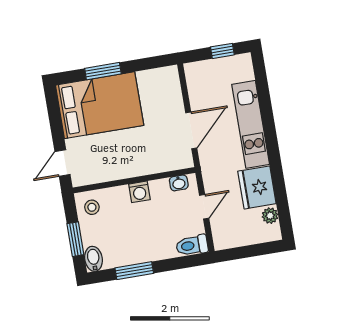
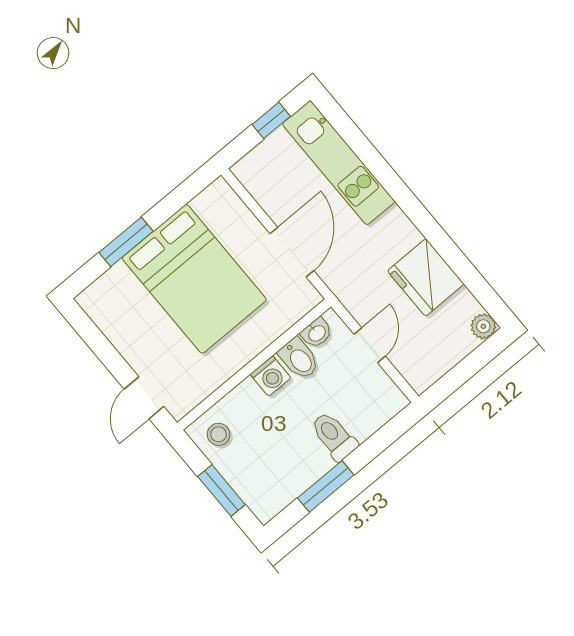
bed: (100, 105) -> (194, 279), moved, turned 90
kitchen unit: (251, 124) -> (339, 163), moved
plant: (270, 216) -> (483, 326), moved
toilet: (192, 245) -> (334, 436), moved, turned 90
bidet: (94, 259) -> (299, 359), moved, turned 180

